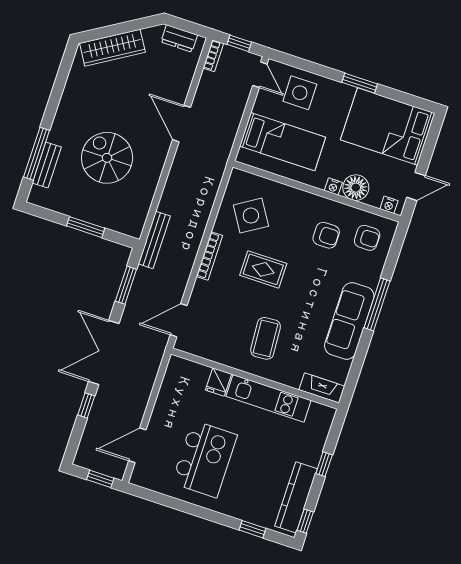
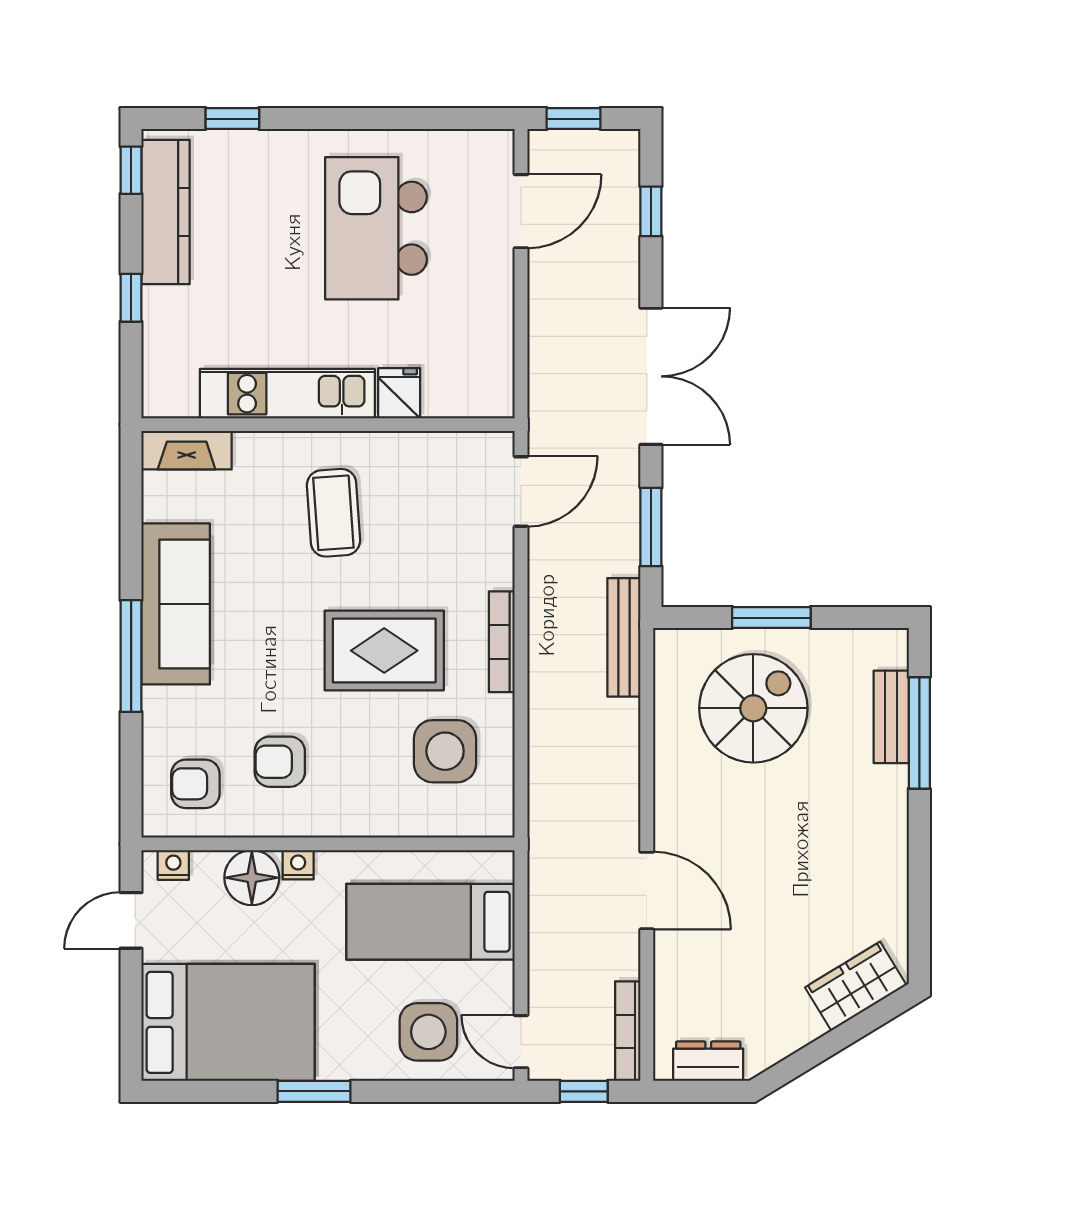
wardrobe: (112, 48) -> (856, 986), width x0.67
bookcase: (213, 56) -> (628, 1031), width x1.56
spiral stairs: (107, 158) -> (753, 708), moved, turned -90
side table: (251, 216) -> (445, 751), turned 32
rug: (263, 269) -> (384, 651), width x1.36, depth x1.43
window: (86, 405) -> (651, 211), moved

